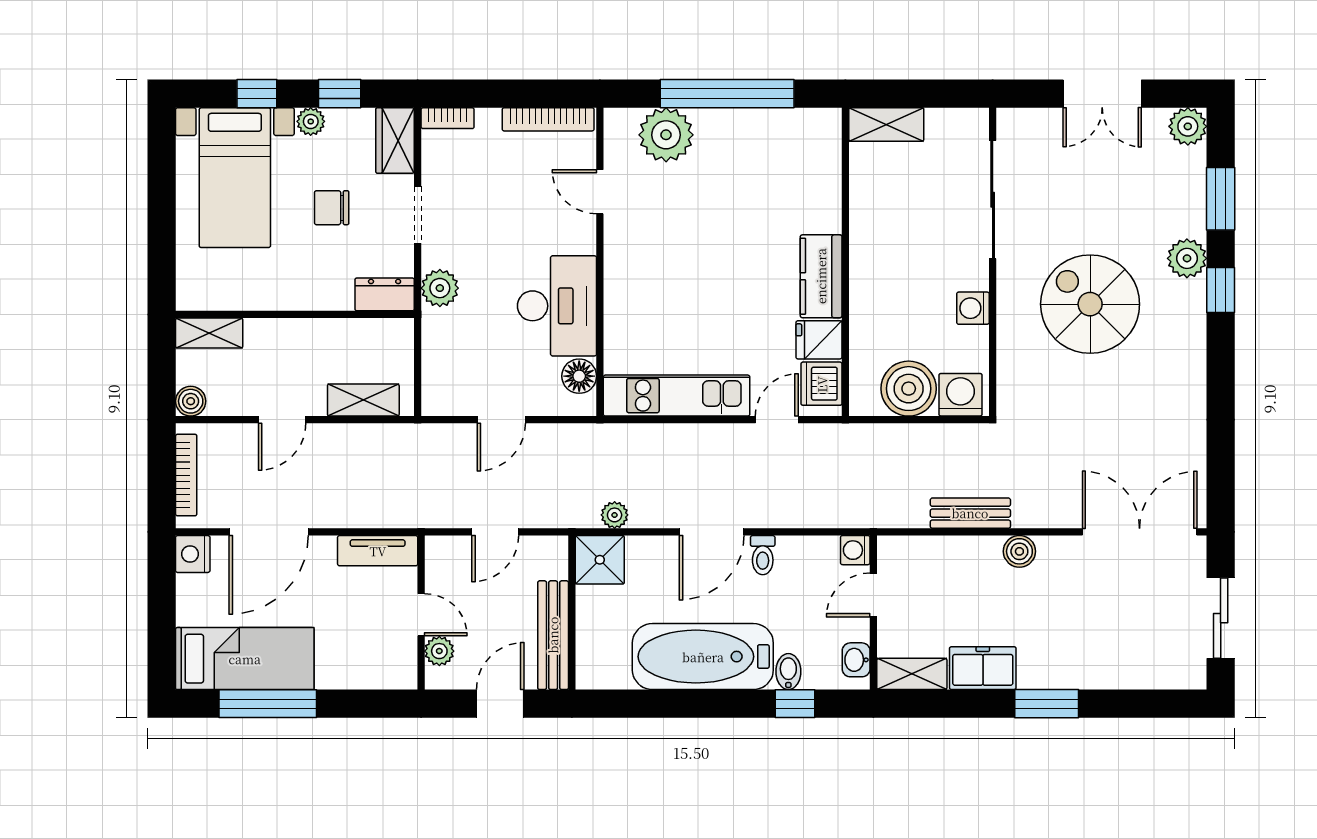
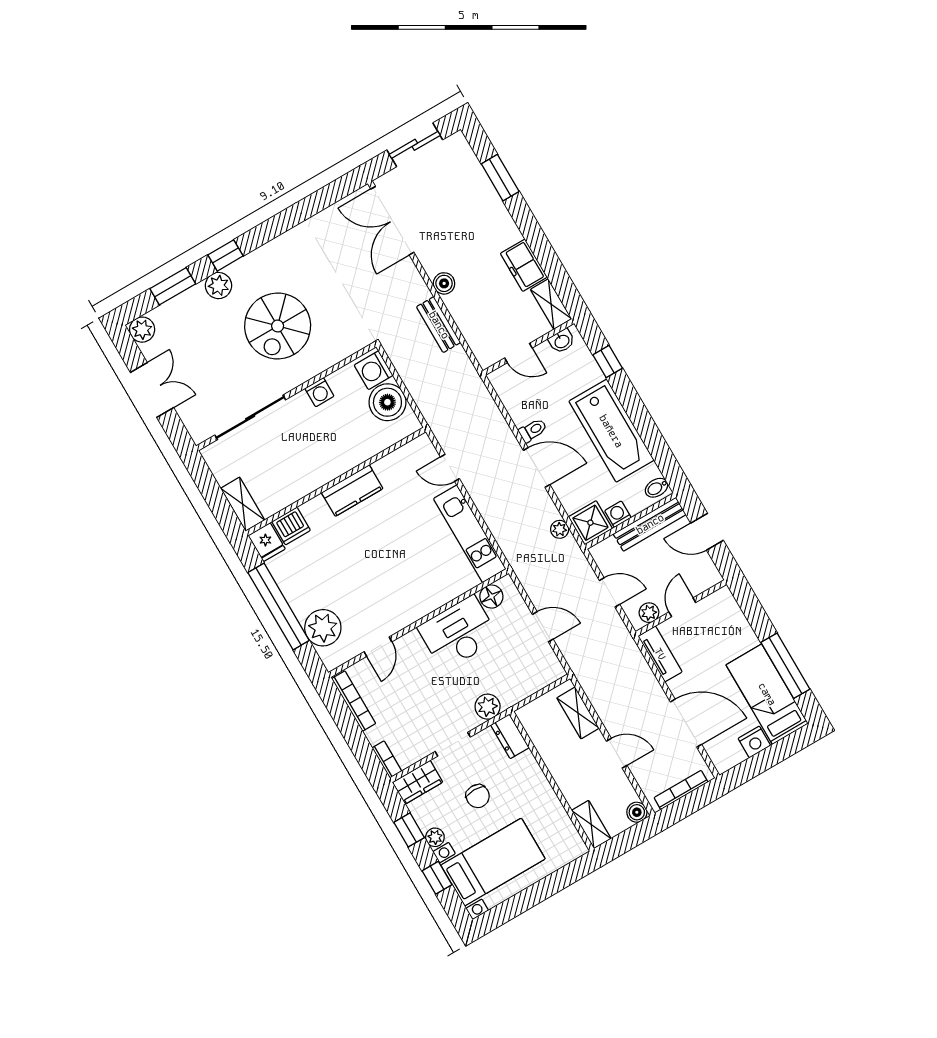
fridge: (819, 340) -> (267, 542), moved
dishwasher: (822, 384) -> (291, 526), moved
washing machine: (855, 550) -> (618, 514), moved, turned 180
nightstand: (193, 554) -> (754, 742), moved
plant: (439, 651) -> (649, 613), moved
bidet: (788, 672) -> (657, 488), moved
window: (1047, 704) -> (500, 178), moved

